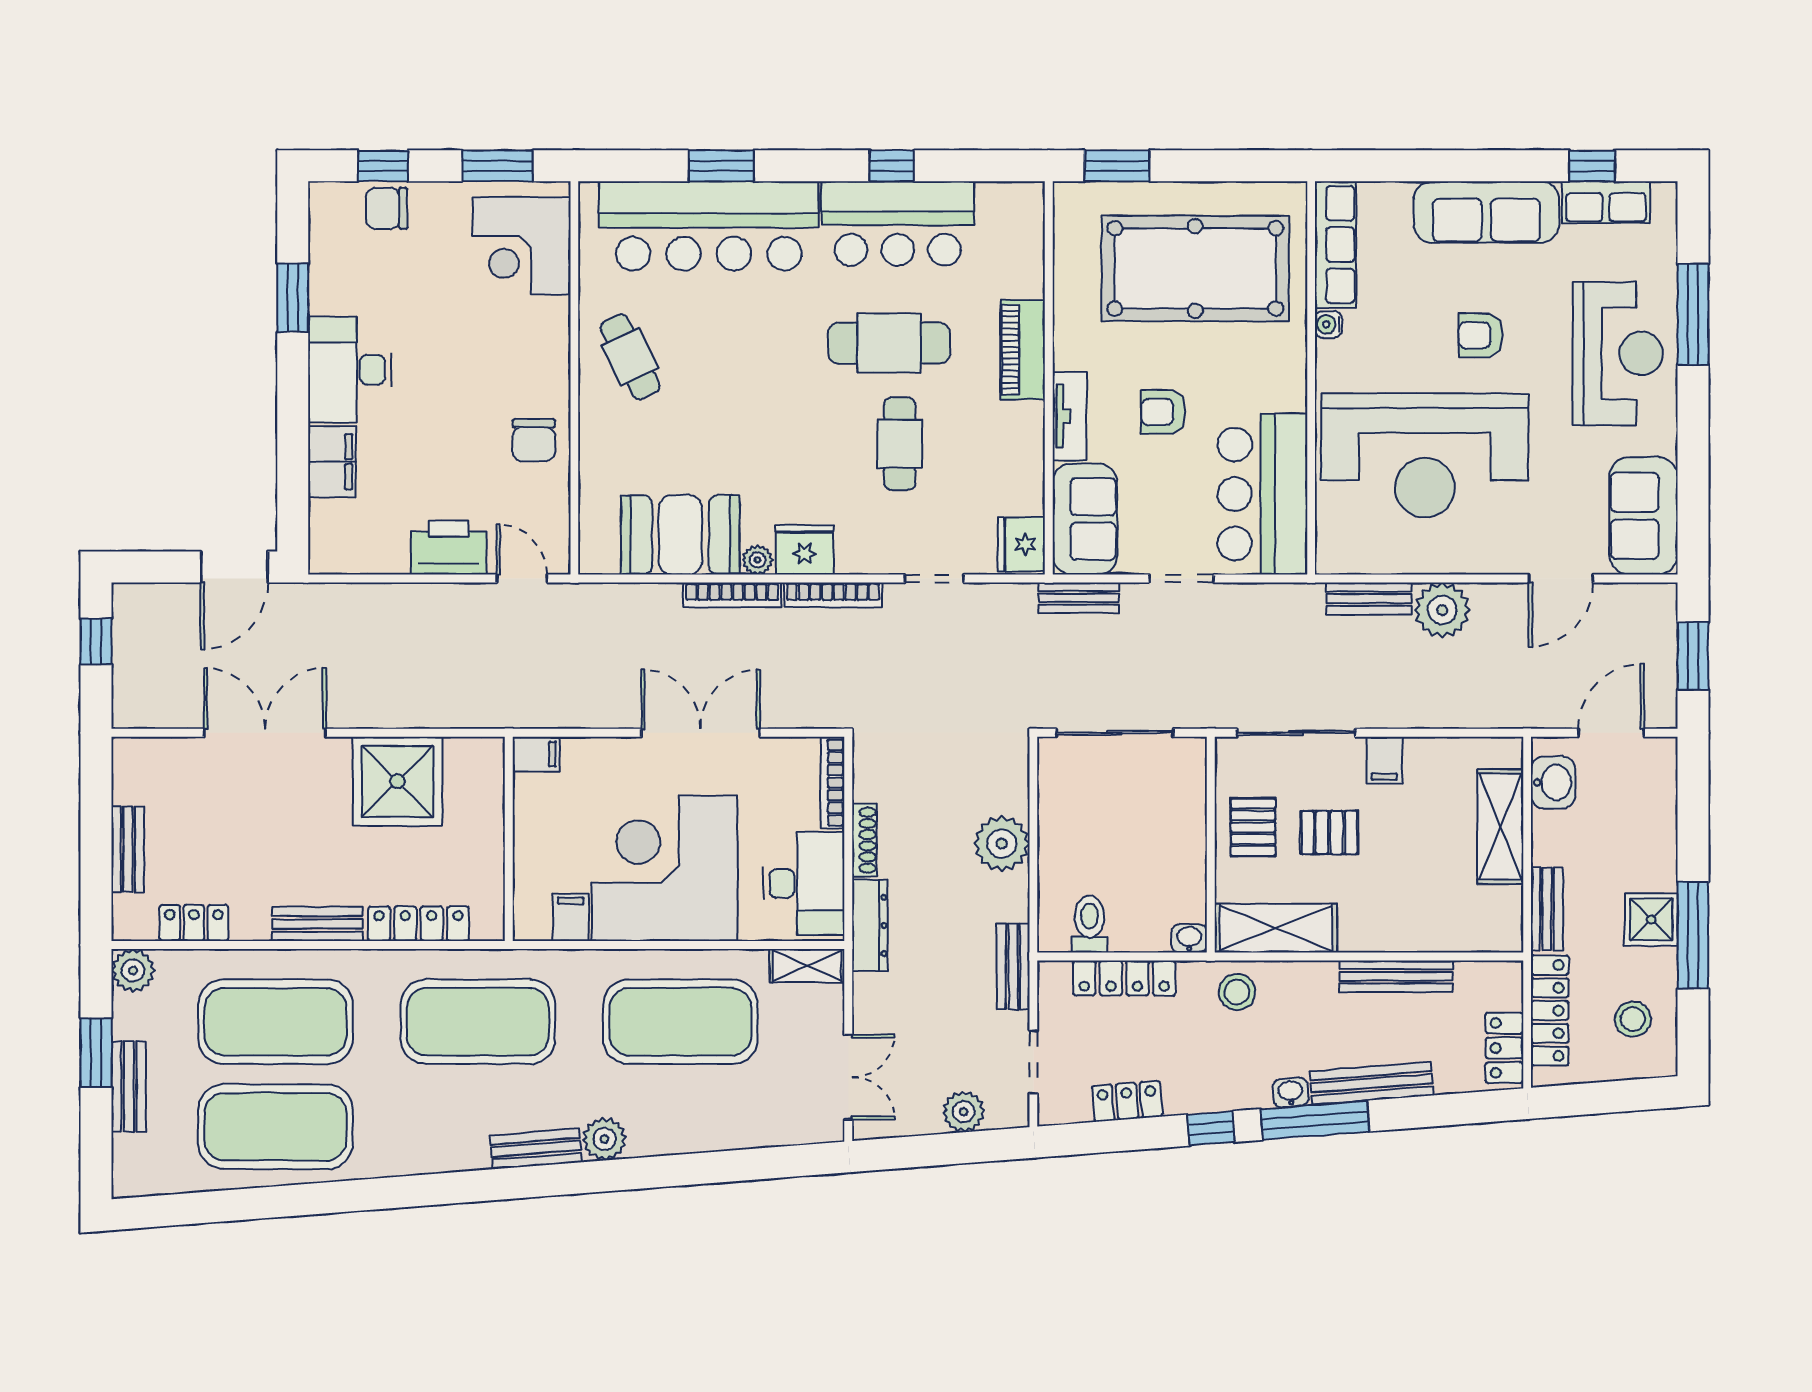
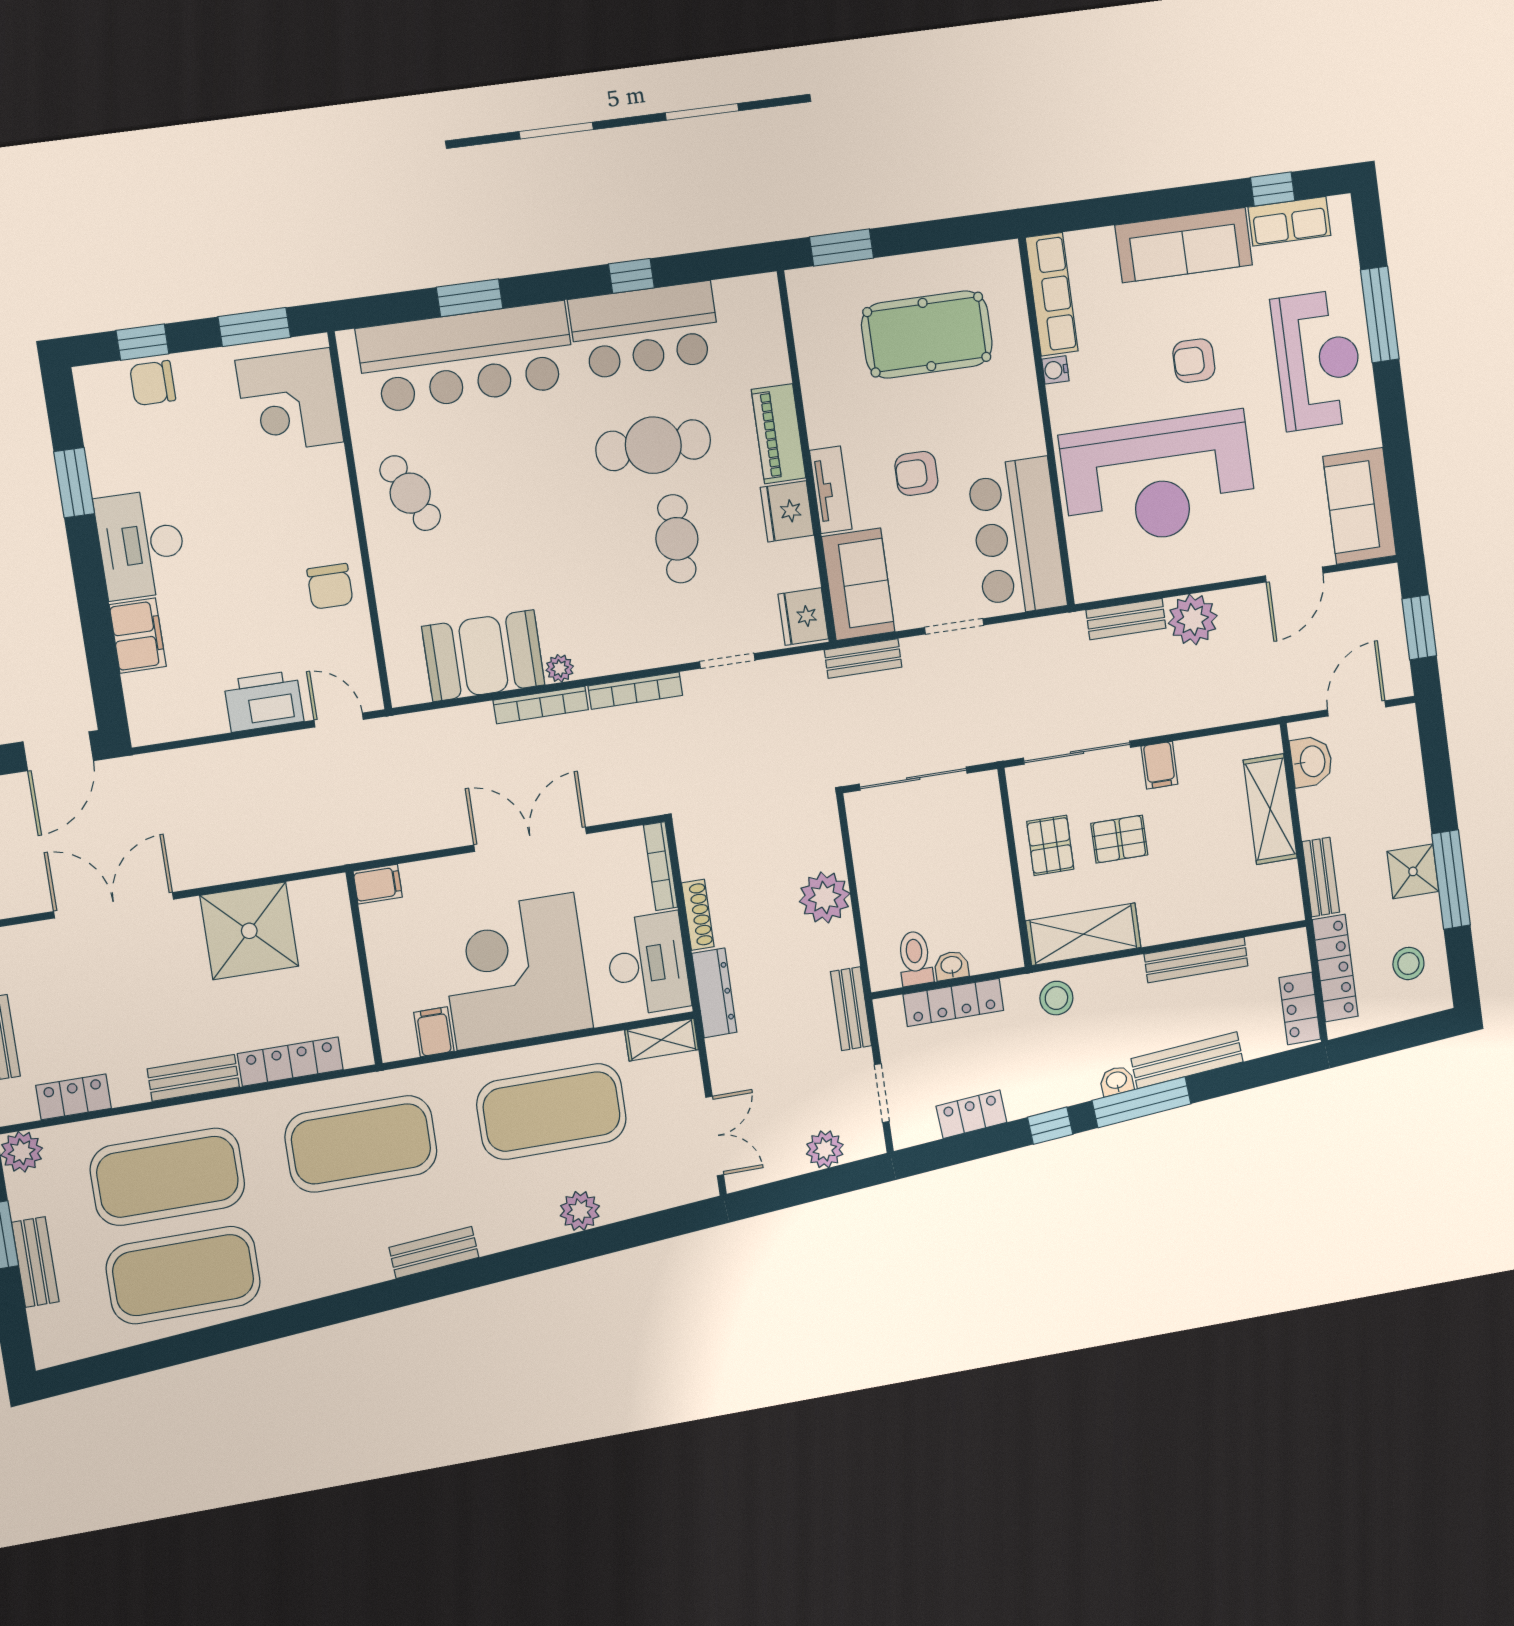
pool table: (1195, 268) -> (927, 335), width x0.73, depth x0.76
fridge: (804, 550) -> (787, 511), moved, turned -90
washbasin: (1189, 938) -> (951, 966), moved
plant: (605, 1139) -> (580, 1211), moved

